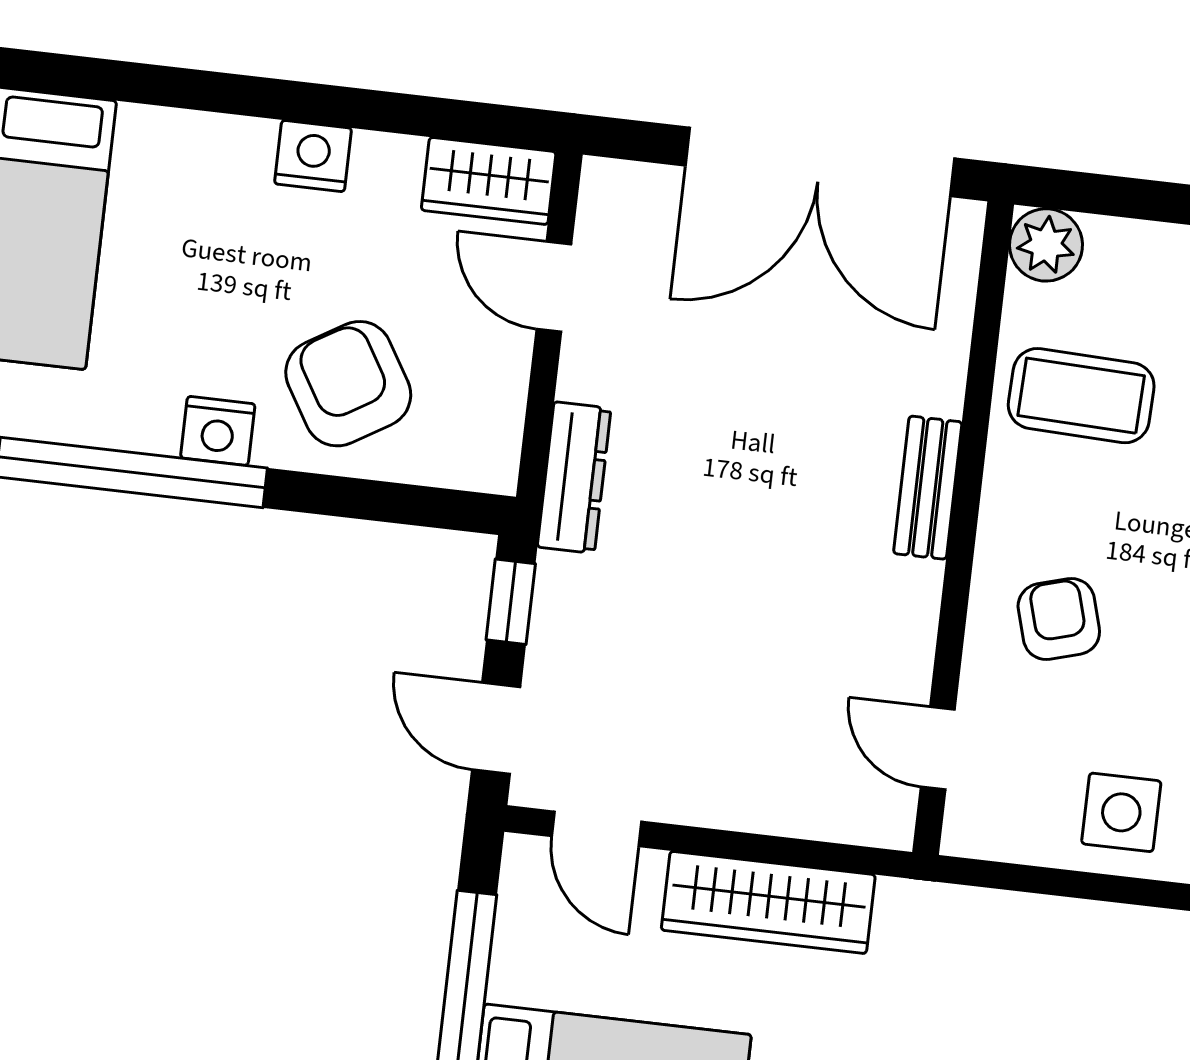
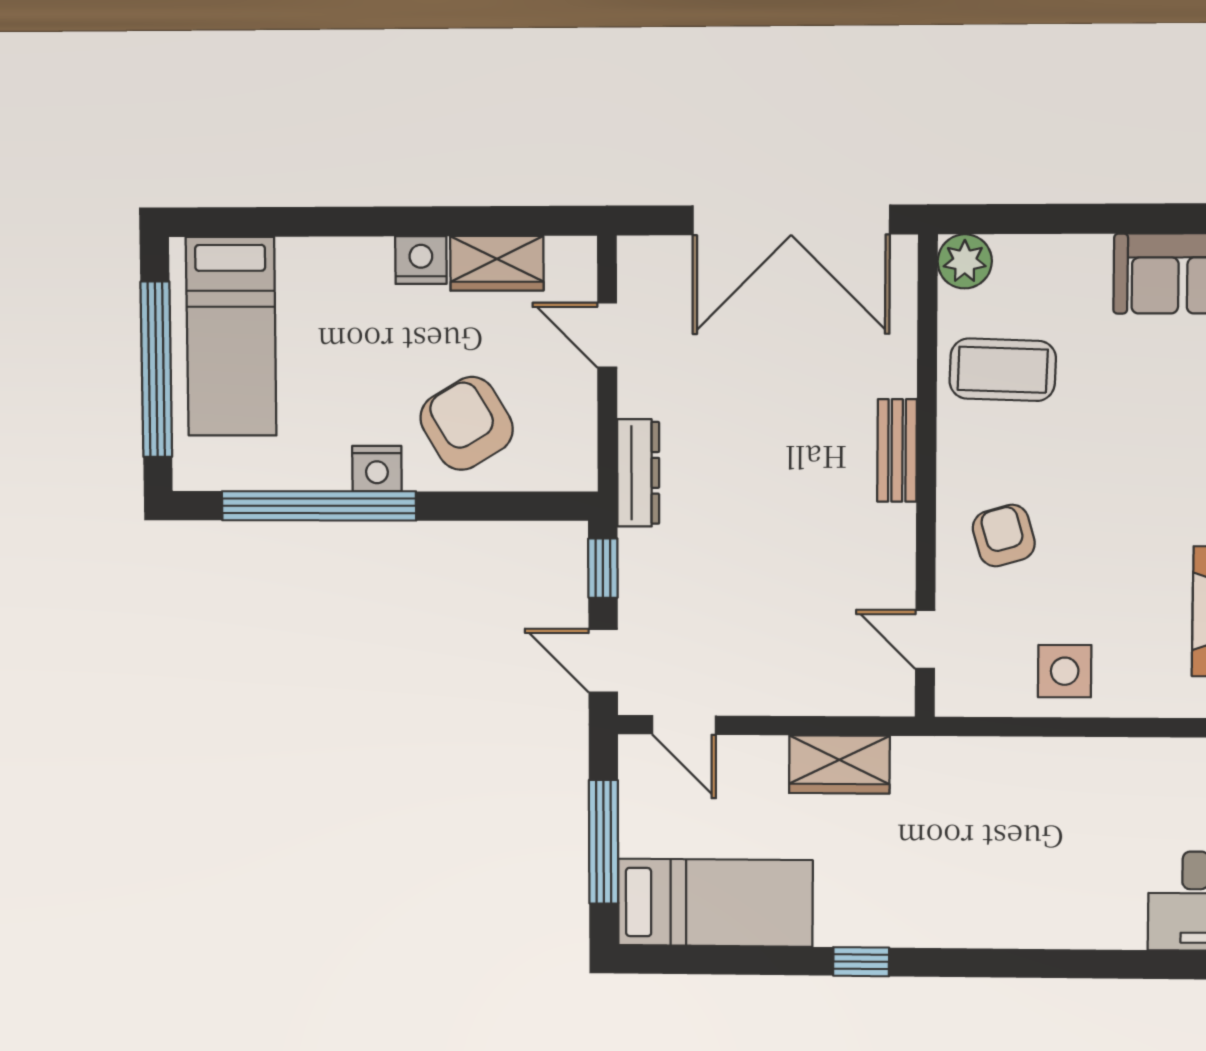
wardrobe: (489, 181) -> (497, 263), moved
wardrobe: (768, 902) -> (839, 764), width x0.67

